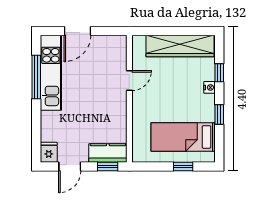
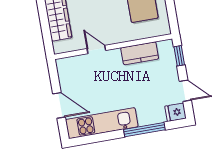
window: (36, 77) -> (144, 130), moved
kitchen counter: (108, 153) -> (140, 53), moved, turned -90

